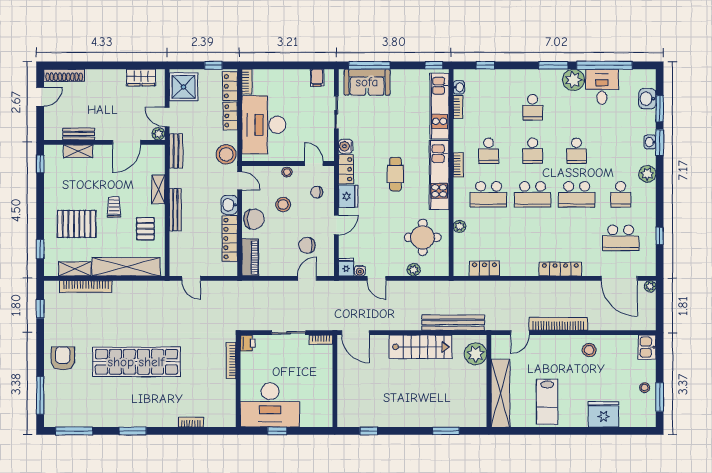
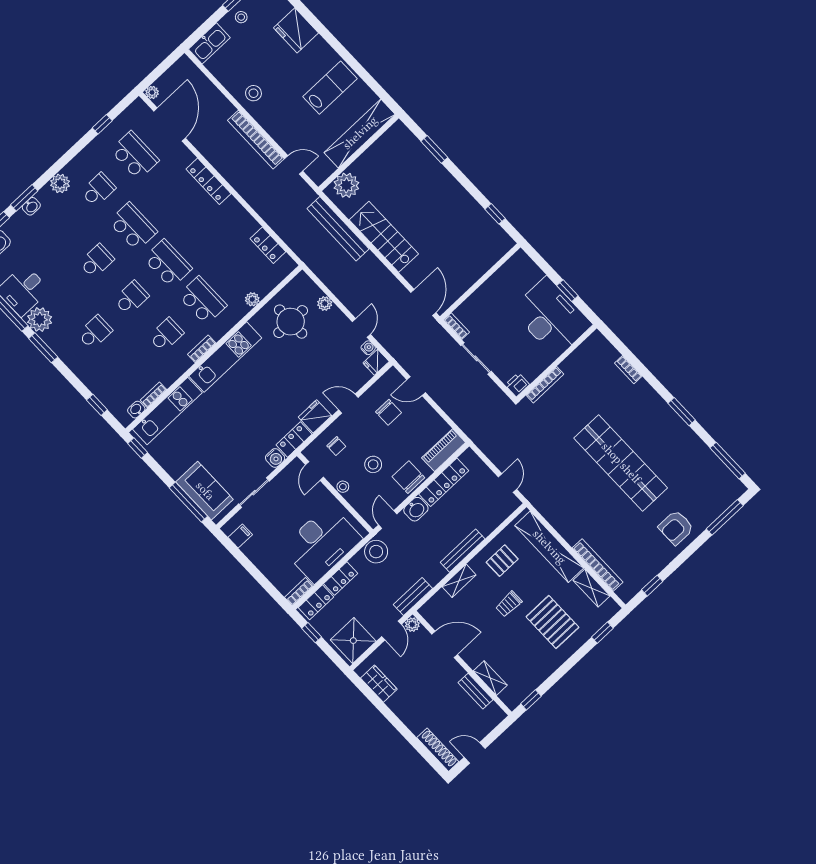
cafe table: (395, 174) -> (259, 394), removed
kitchen sink: (647, 347) -> (209, 43), width x1.38

